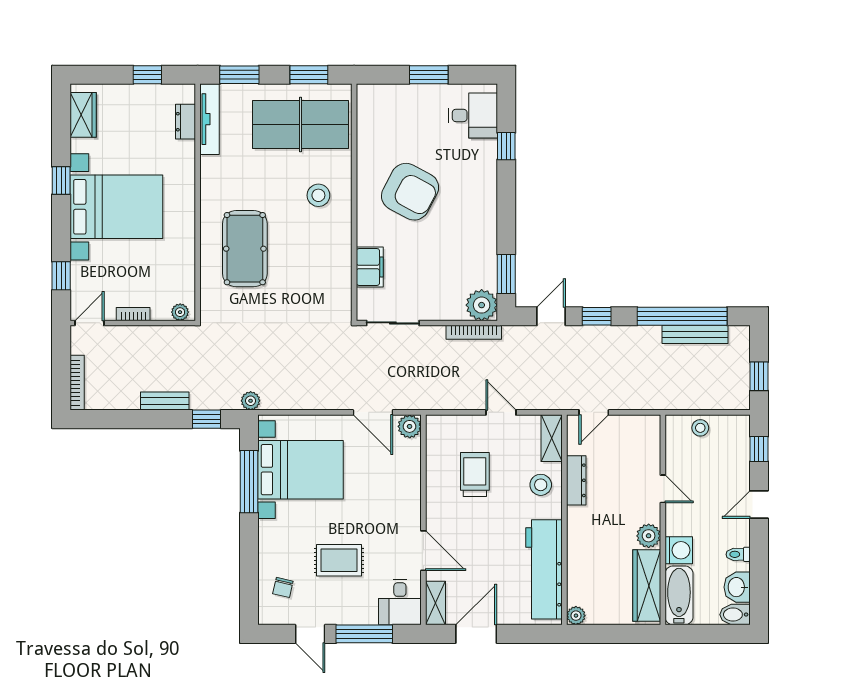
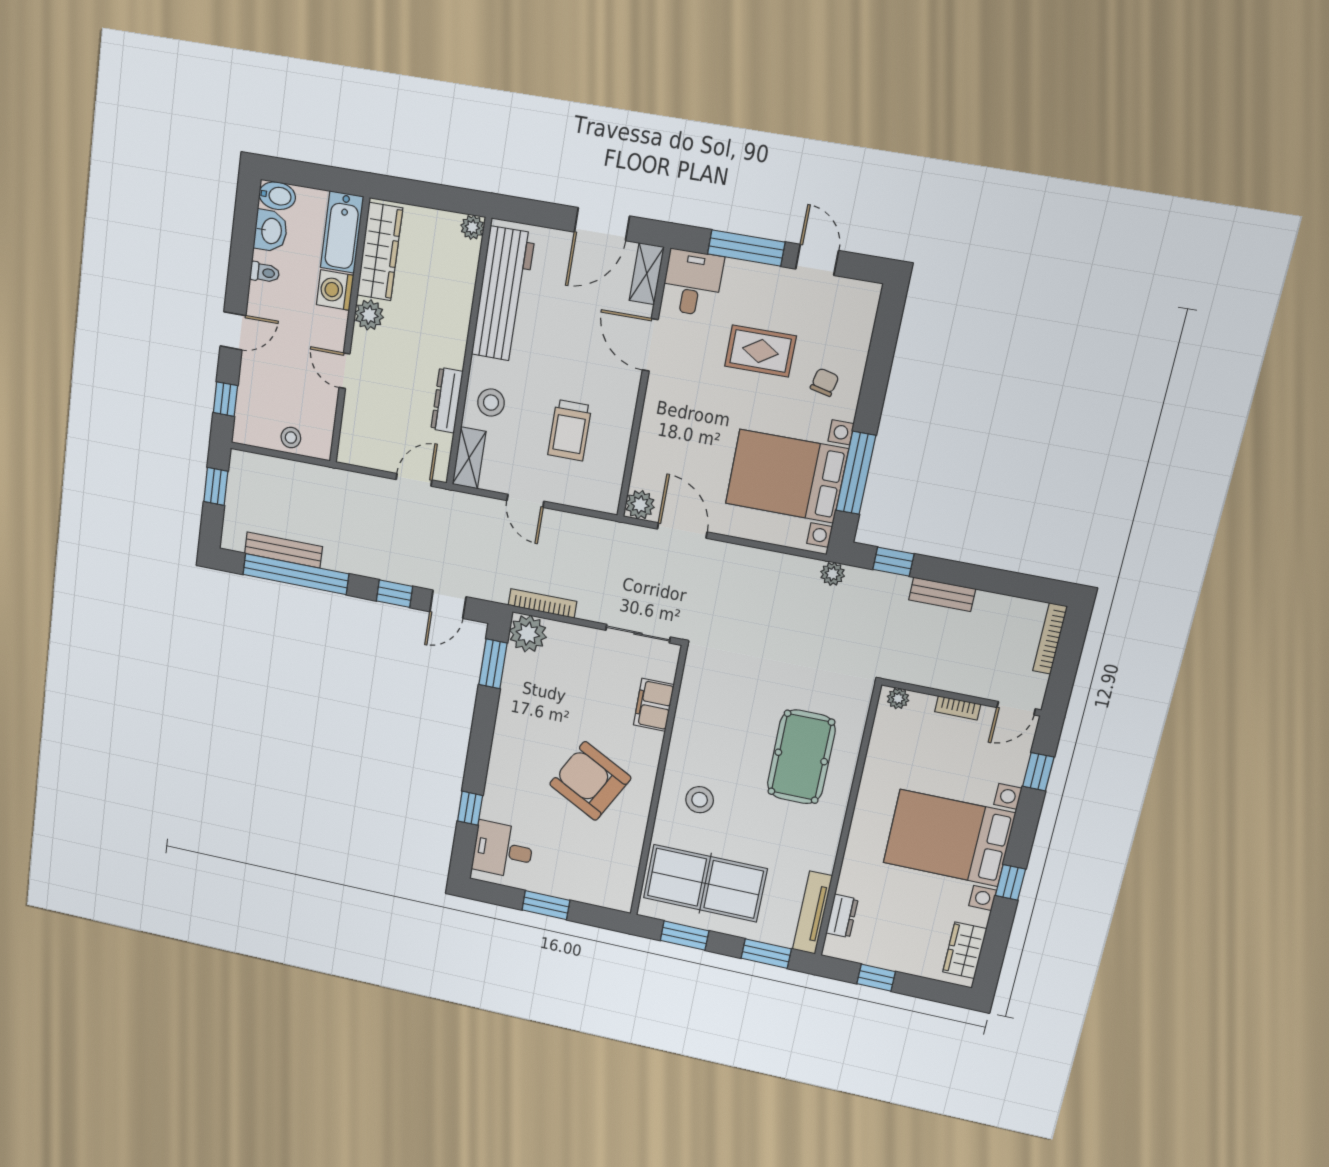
chair: (283, 587) -> (825, 382), moved

